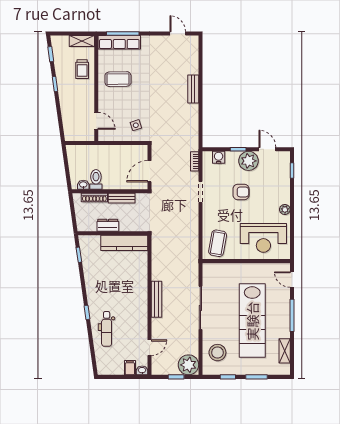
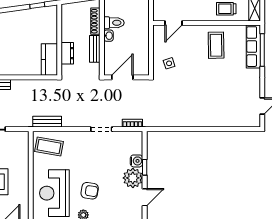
bench: (193, 89) -> (47, 122), moved
water cooler: (219, 157) -> (137, 161), moved
door: (150, 171) -> (122, 77), hinge flipped
washbasin: (83, 185) -> (108, 36), moved
armchair: (241, 192) -> (90, 191), moved, turned -81
dresser: (108, 225) -> (67, 53), moved
kitchen counter: (124, 243) -> (49, 59), width x0.67

